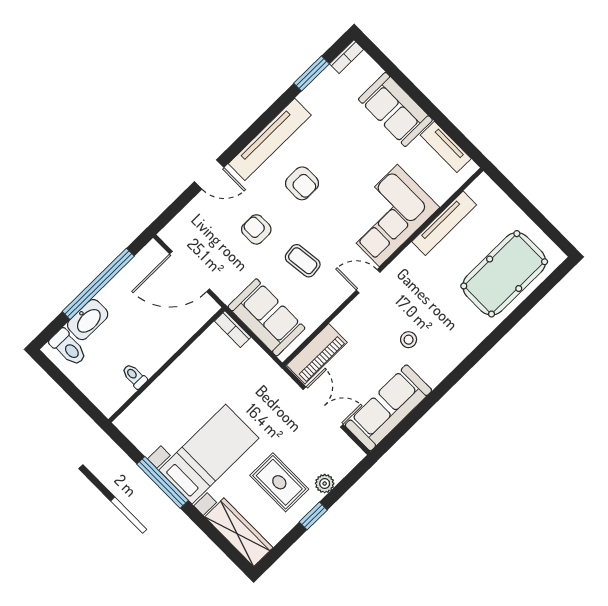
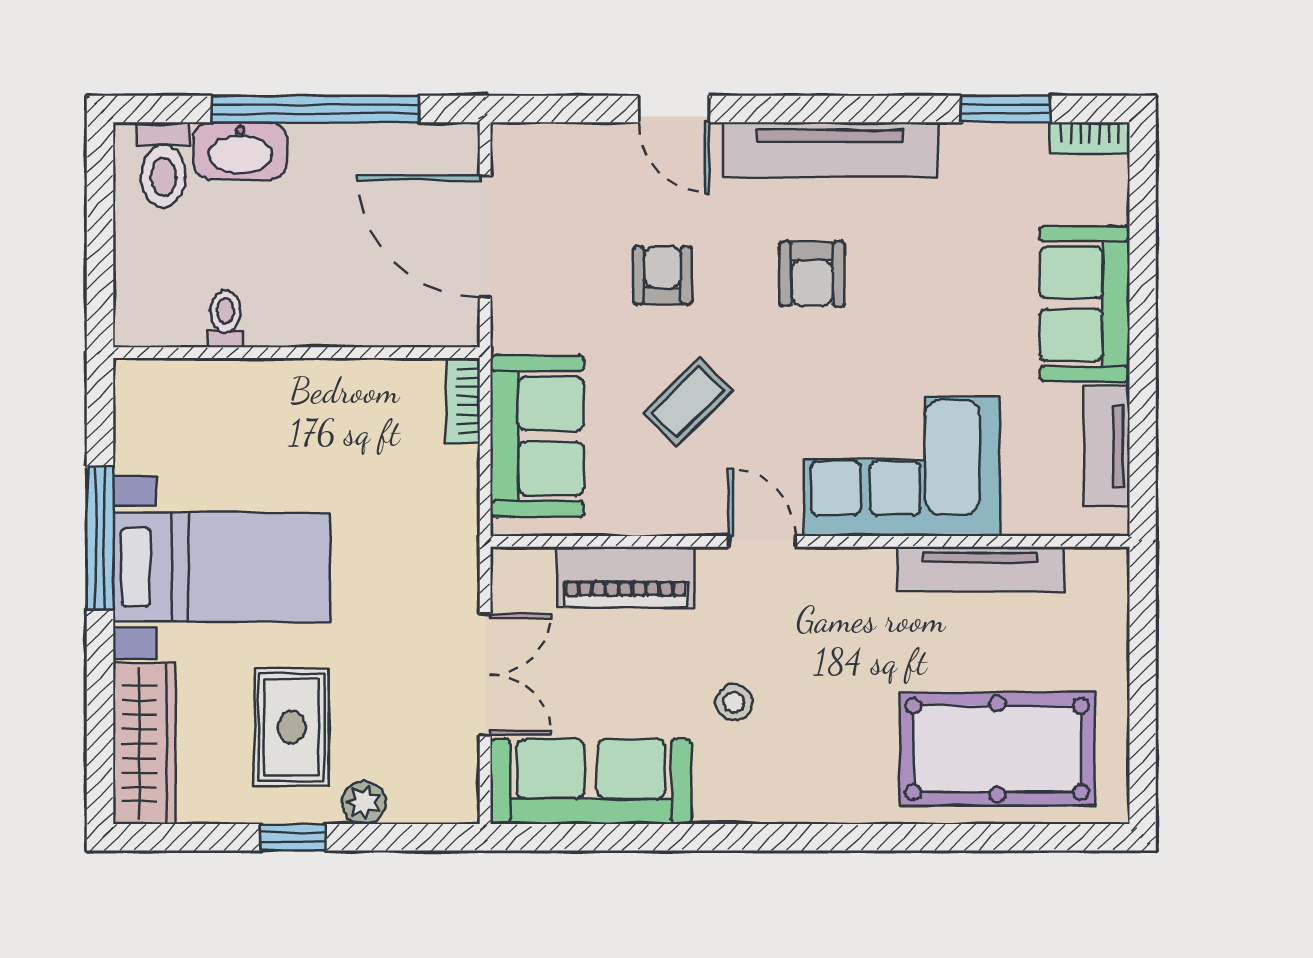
coffee table: (303, 261) -> (688, 402), turned 52
piano: (317, 354) -> (626, 577), moved

